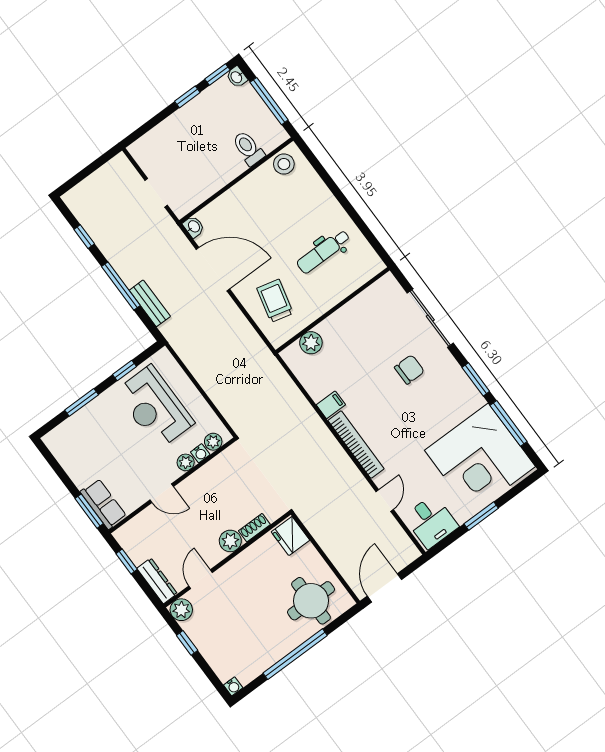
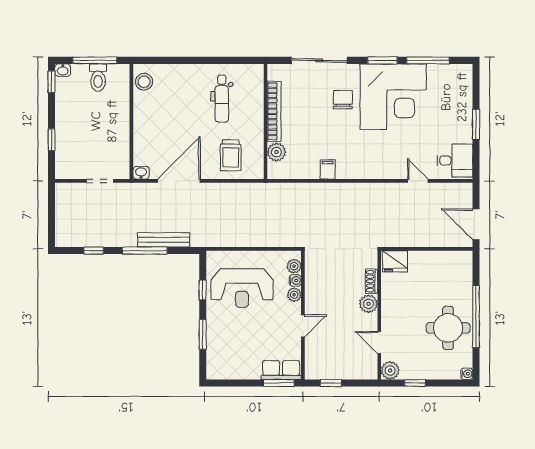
window: (187, 97) -> (52, 140), moved
toilet: (248, 148) -> (98, 78), moved, turned -90
trolley: (275, 301) -> (231, 155), turned -104
bench: (150, 303) -> (164, 240), width x1.36
bookcase: (356, 445) -> (274, 111), moved, turned 90
corner desk: (480, 458) -> (393, 97), moved
dresser: (157, 581) -> (359, 372), removed
round table: (311, 601) -> (448, 328), moved

